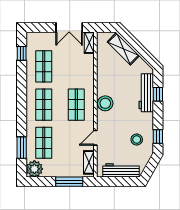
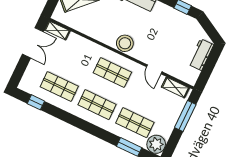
stool: (137, 140) -> (176, 29), removed
workbench: (121, 170) -> (201, 55), width x0.73

